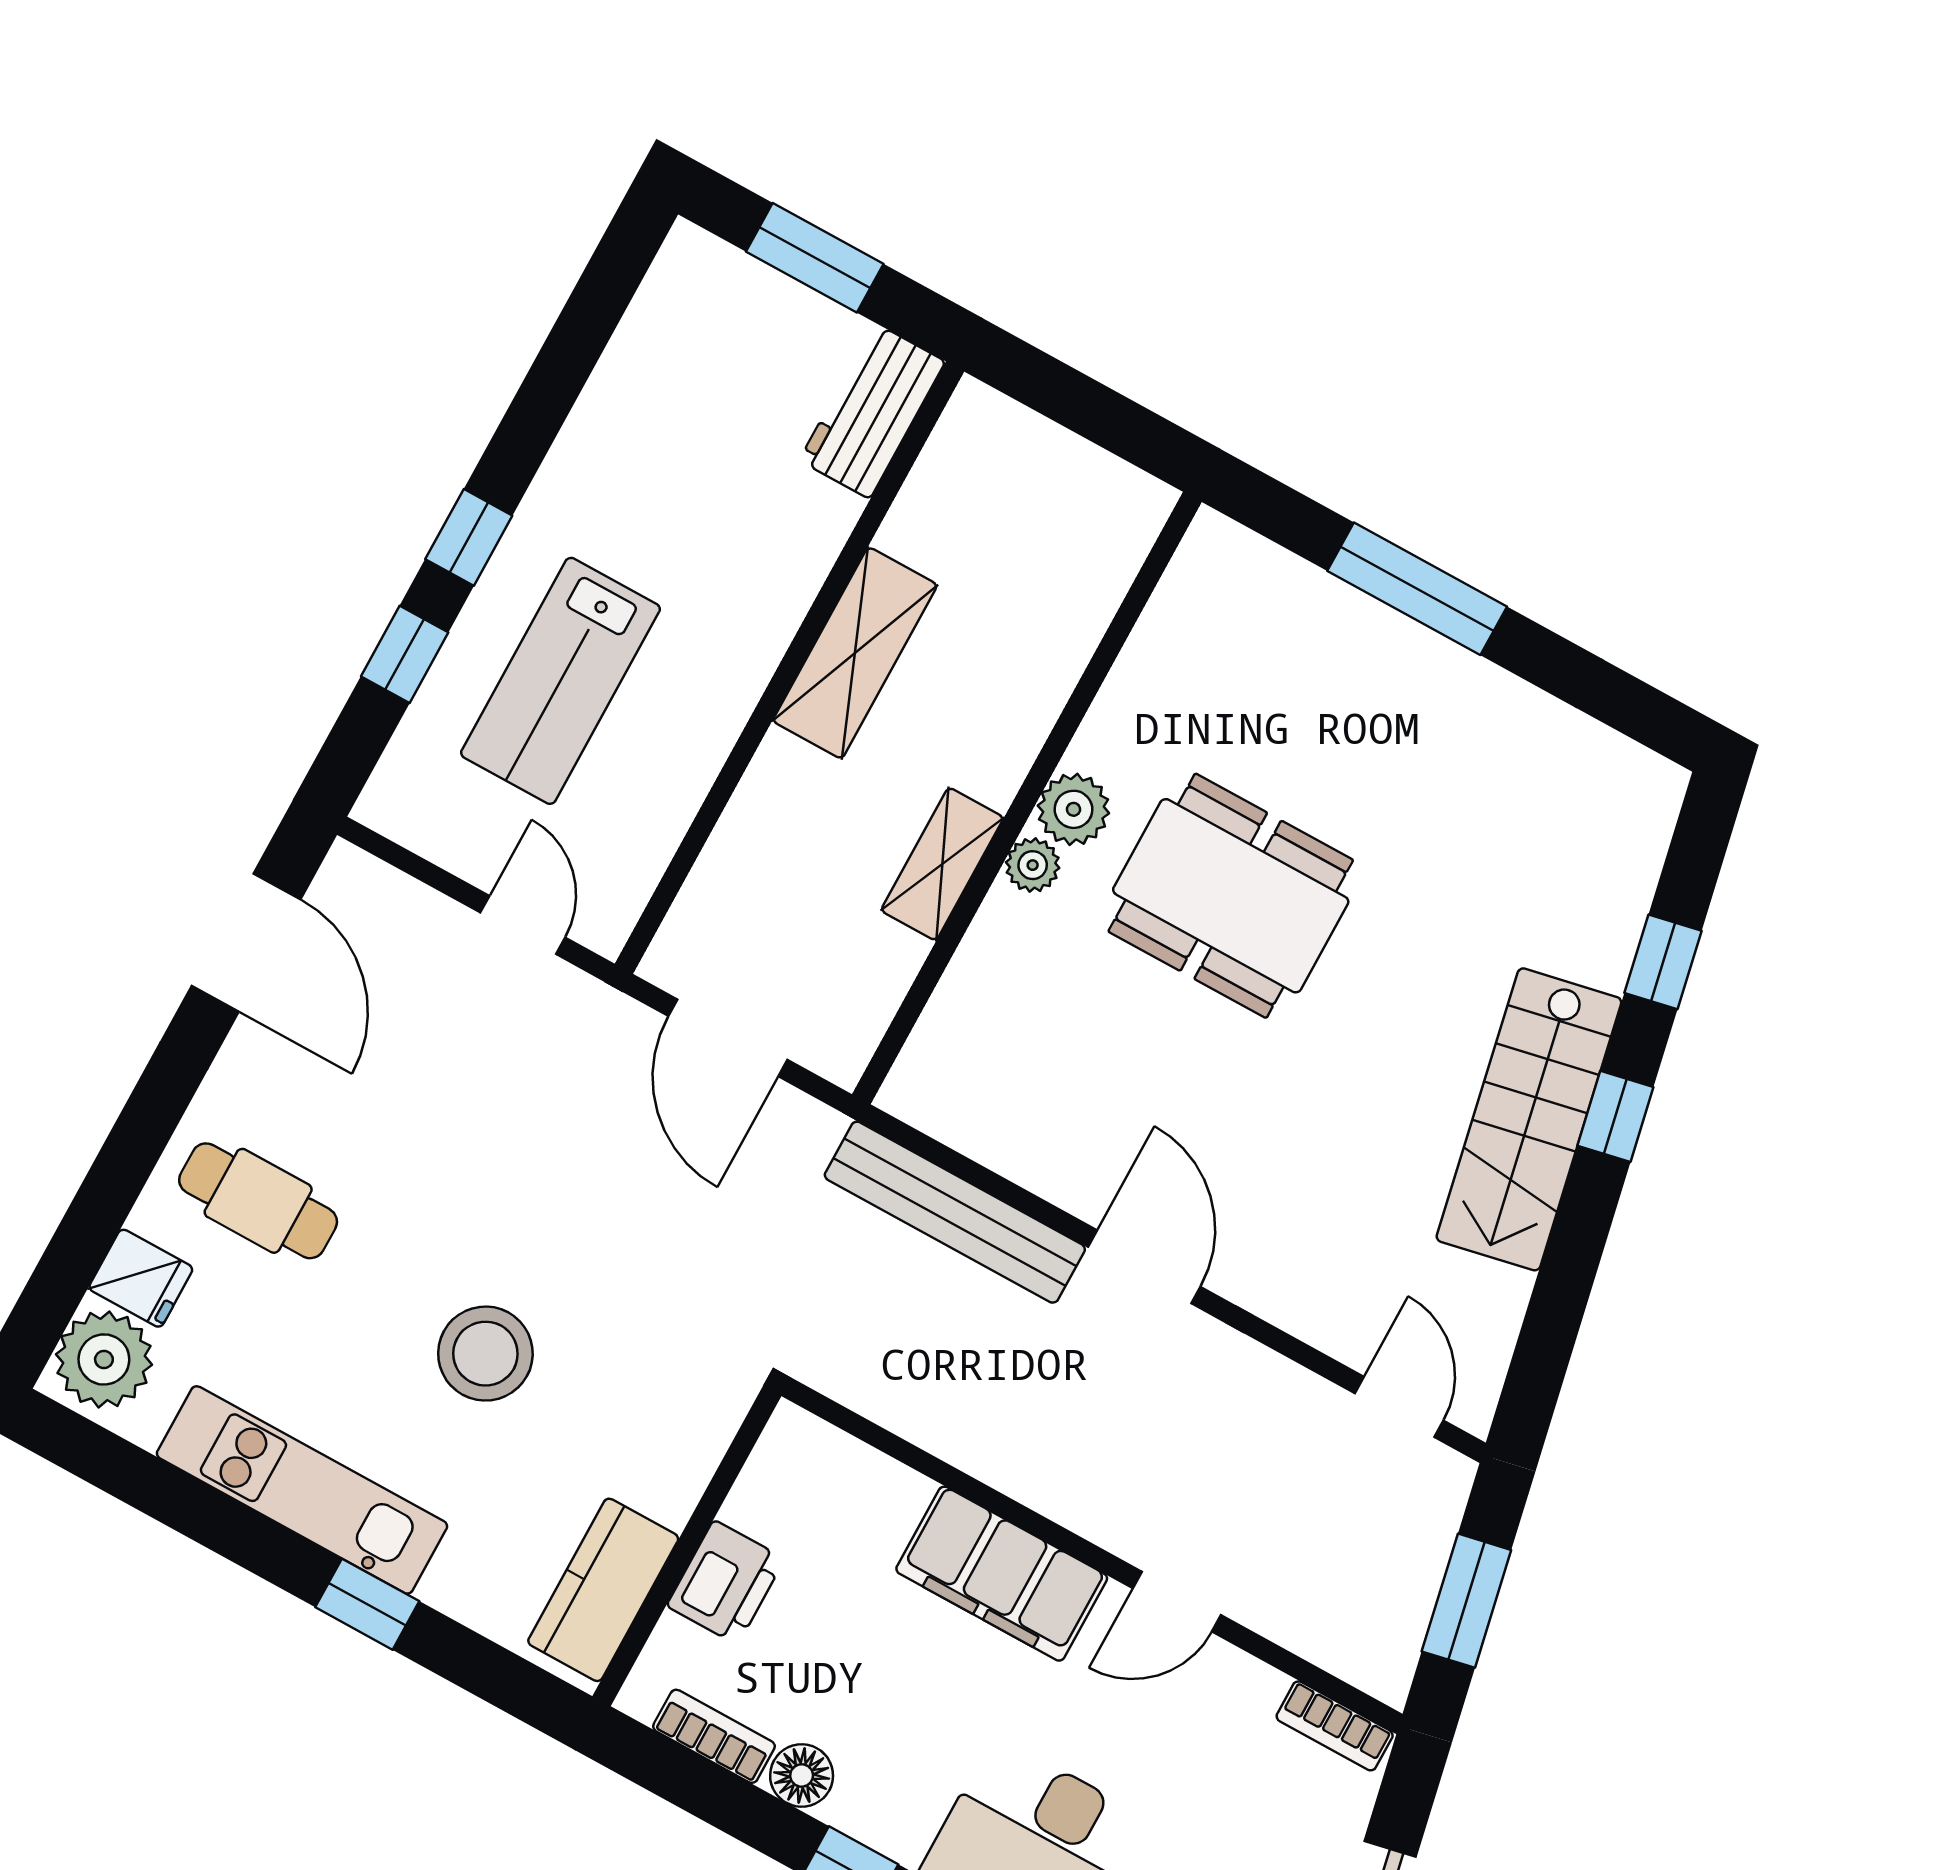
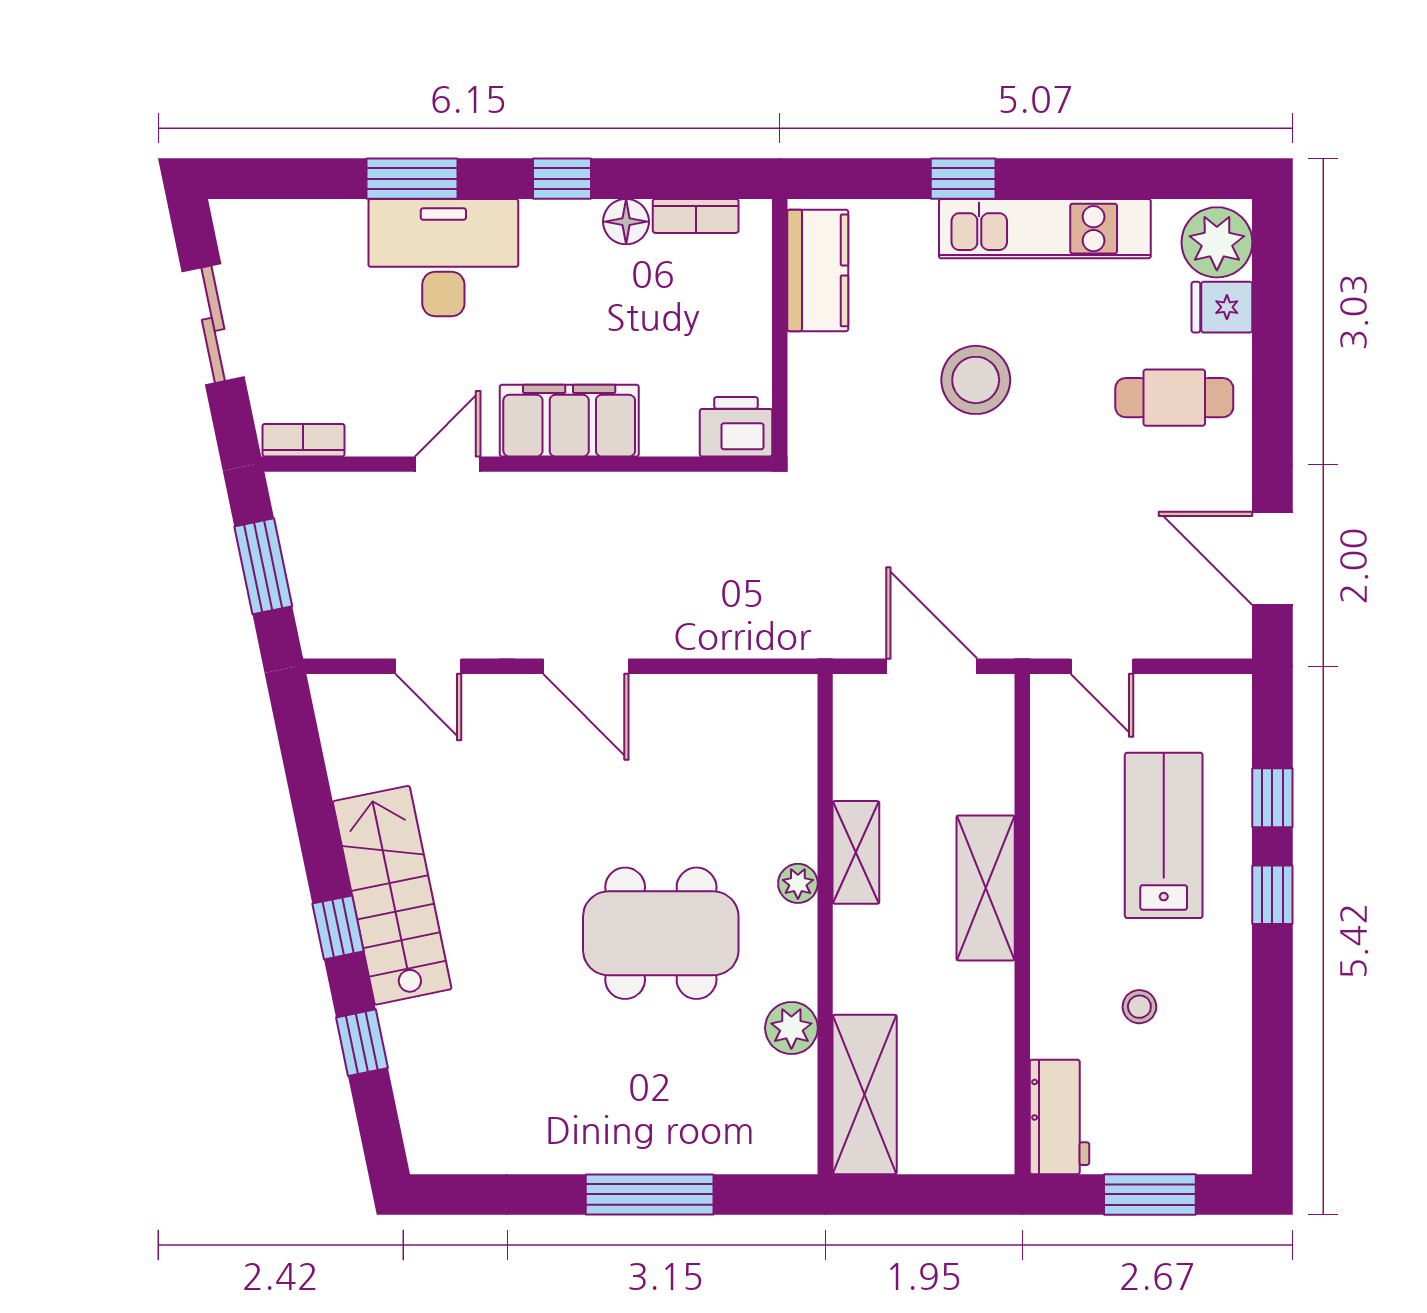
stool: (703, 491) -> (1139, 1007), added
shelving: (1092, 567) -> (865, 1094), added
shelving: (855, 653) -> (986, 888), moved
plant: (1073, 809) -> (791, 1028), moved
bench: (955, 1212) -> (726, 635), removed
door: (1399, 1407) -> (428, 666), moved
printer: (726, 1582) -> (736, 427), moved, turned 90

